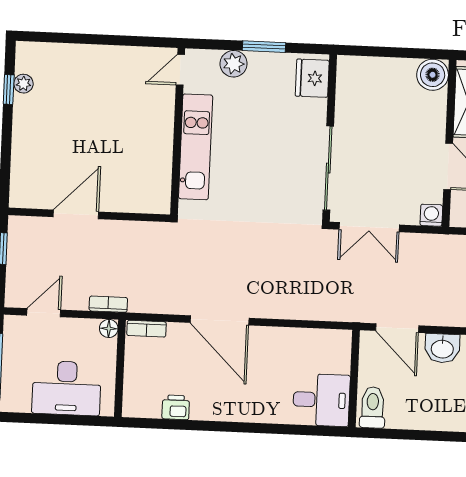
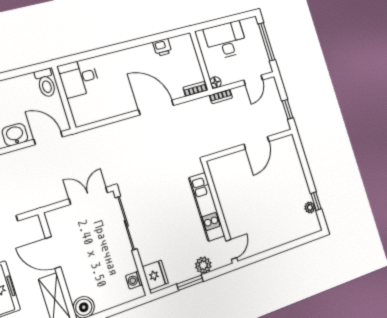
washing machine: (431, 215) -> (134, 280), moved, turned 90

